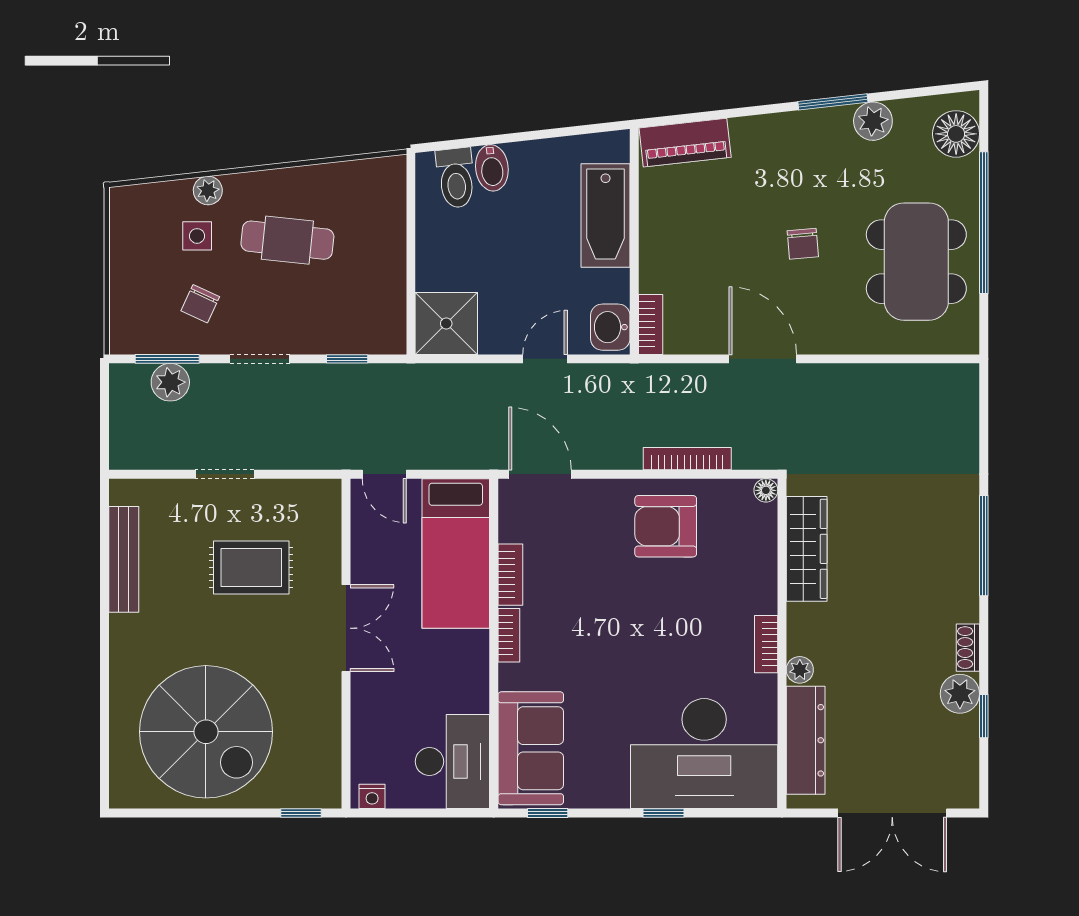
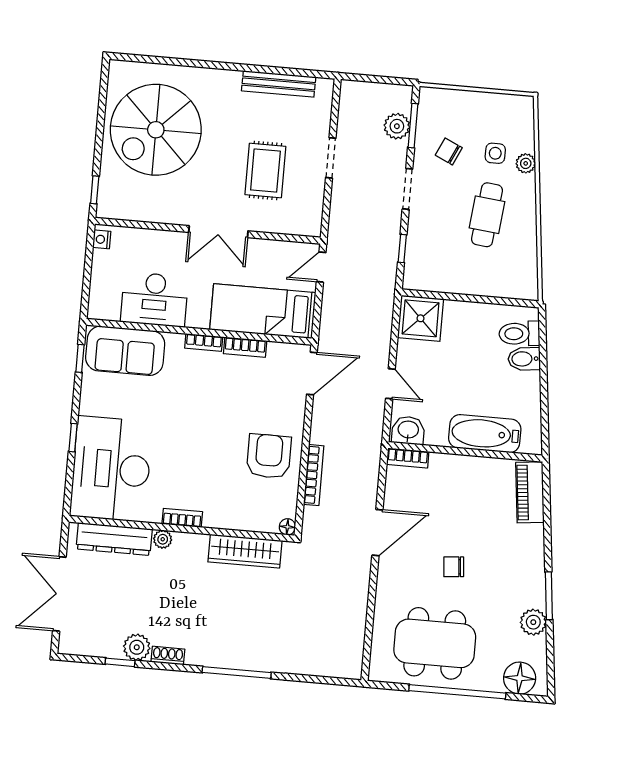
desk: (452, 762) -> (154, 299), moved

